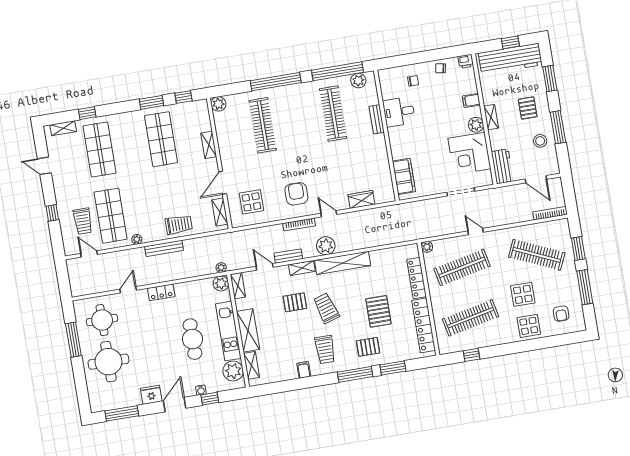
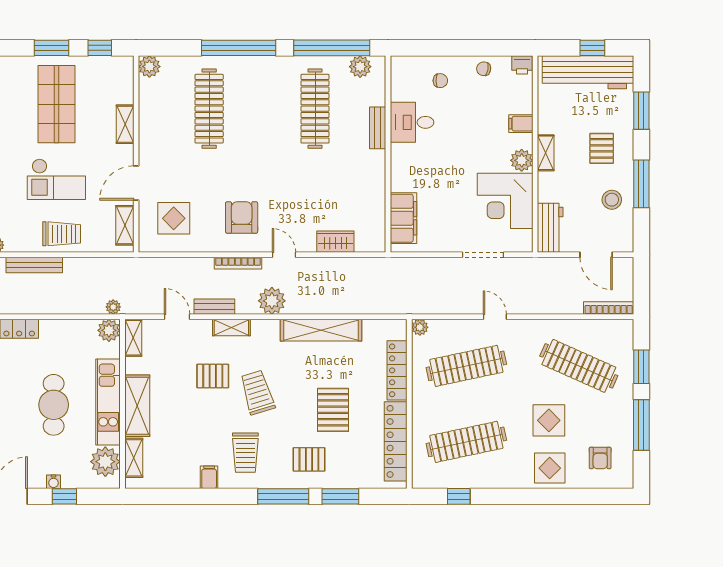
checkout: (169, 189) -> (56, 179), added
shelving: (343, 263) -> (321, 330), moved

